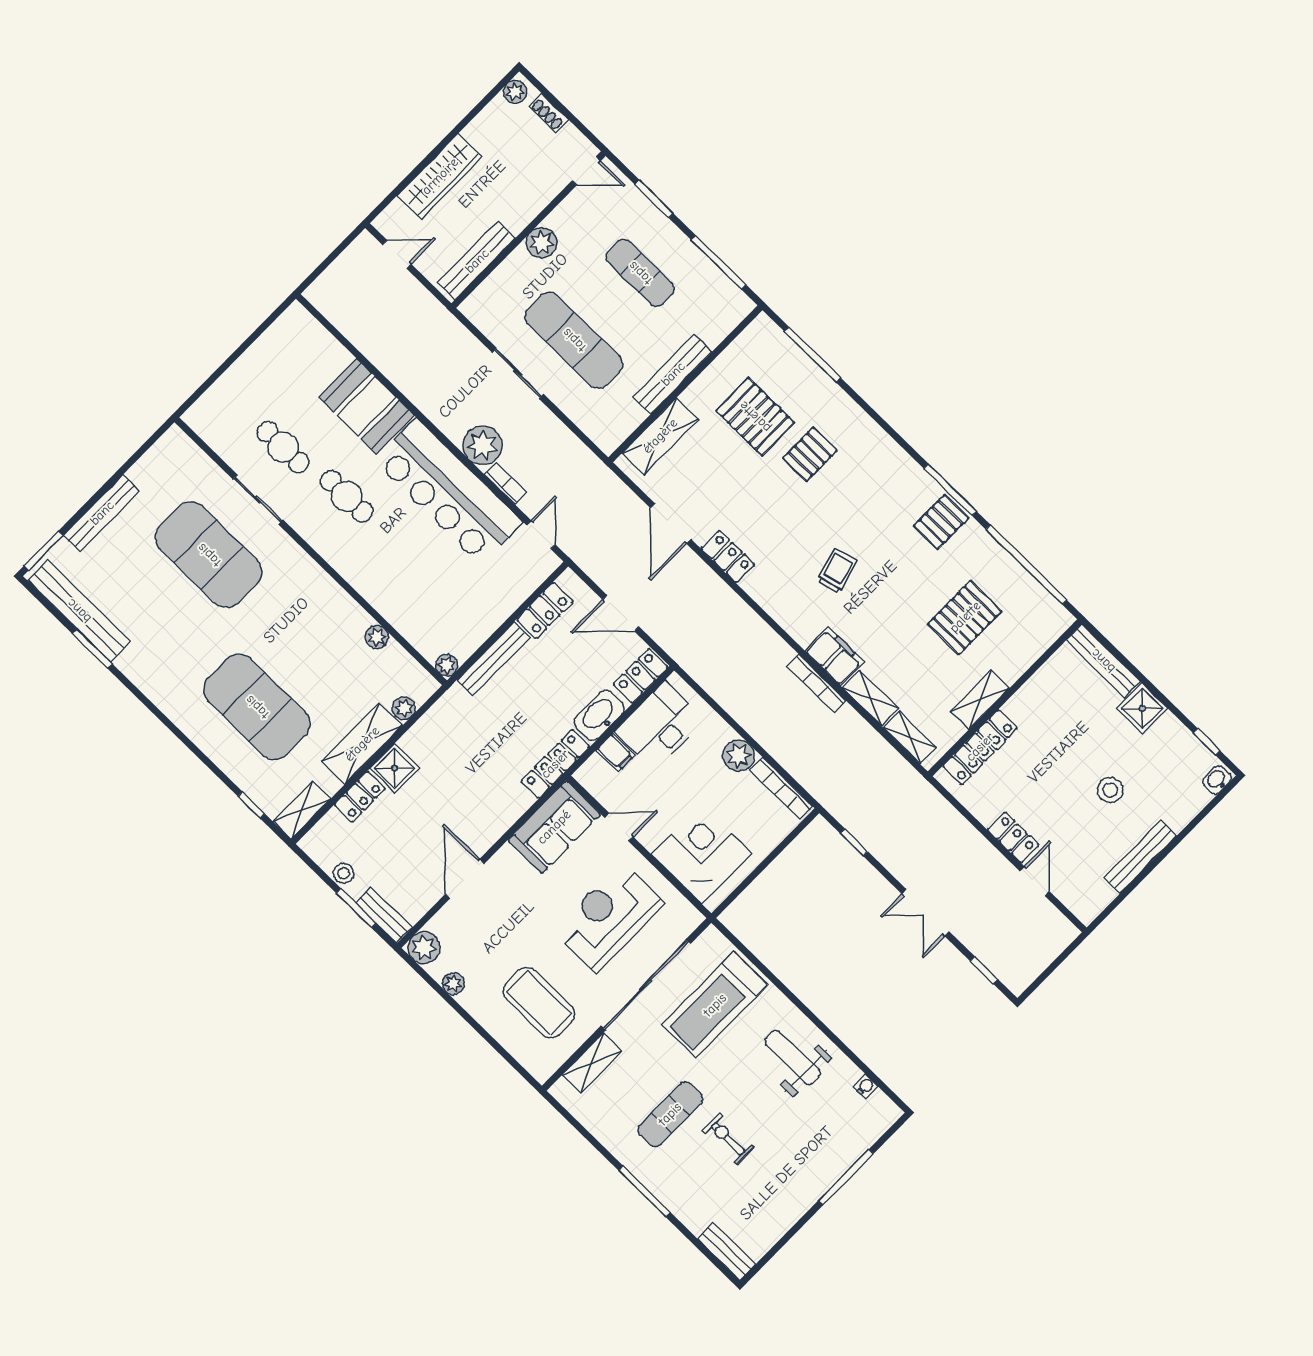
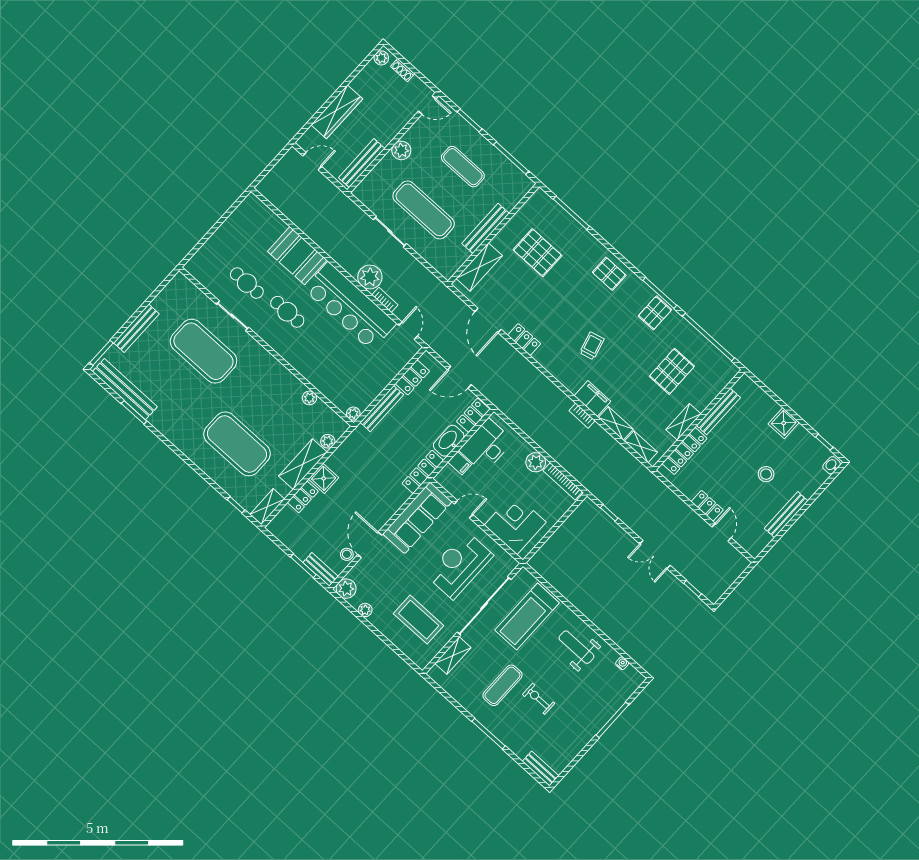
pallet: (810, 454) -> (609, 274), moved, turned 90
bench: (1103, 661) -> (718, 412), moved, turned 90
bookcase: (817, 683) -> (582, 416), width x0.64
sofa: (554, 827) -> (417, 518), width x1.36
stool: (344, 873) -> (347, 554), moved

